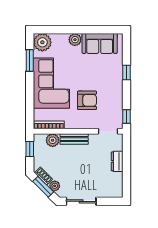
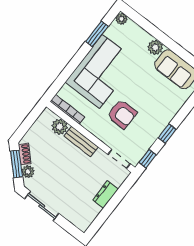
plant: (42, 42) -> (121, 19), width x0.53, depth x0.53
window: (126, 72) -> (167, 134), moved
window: (30, 149) -> (32, 118), removed

